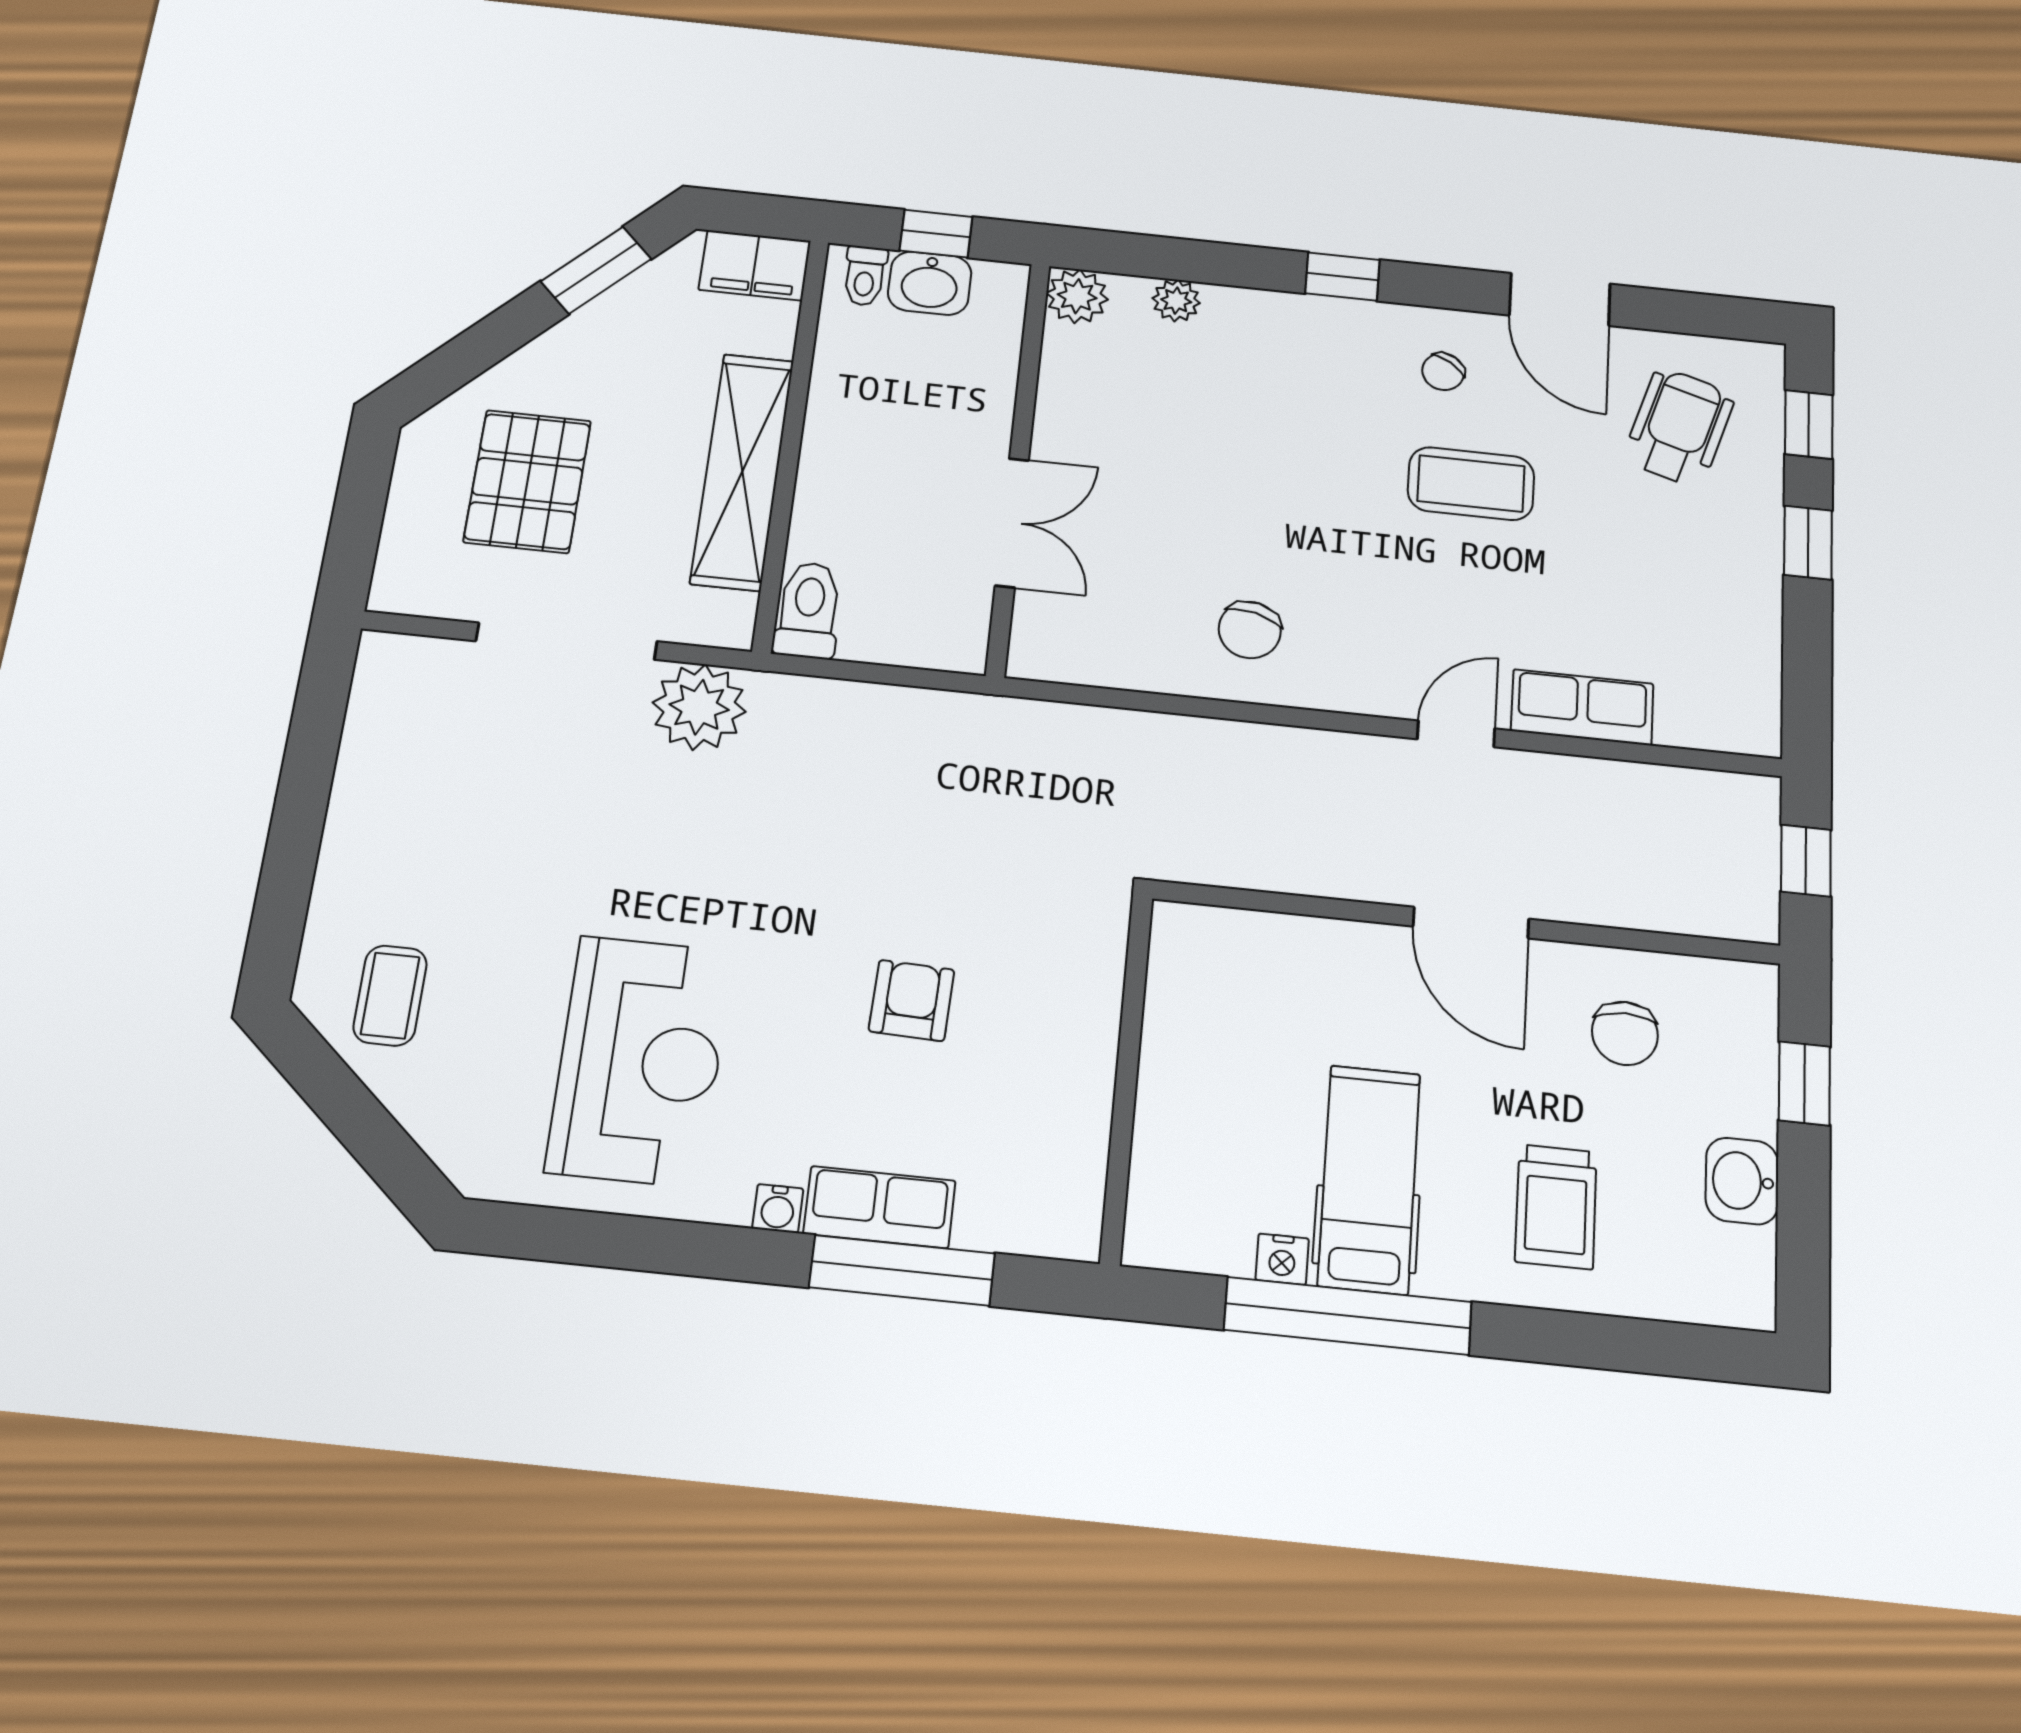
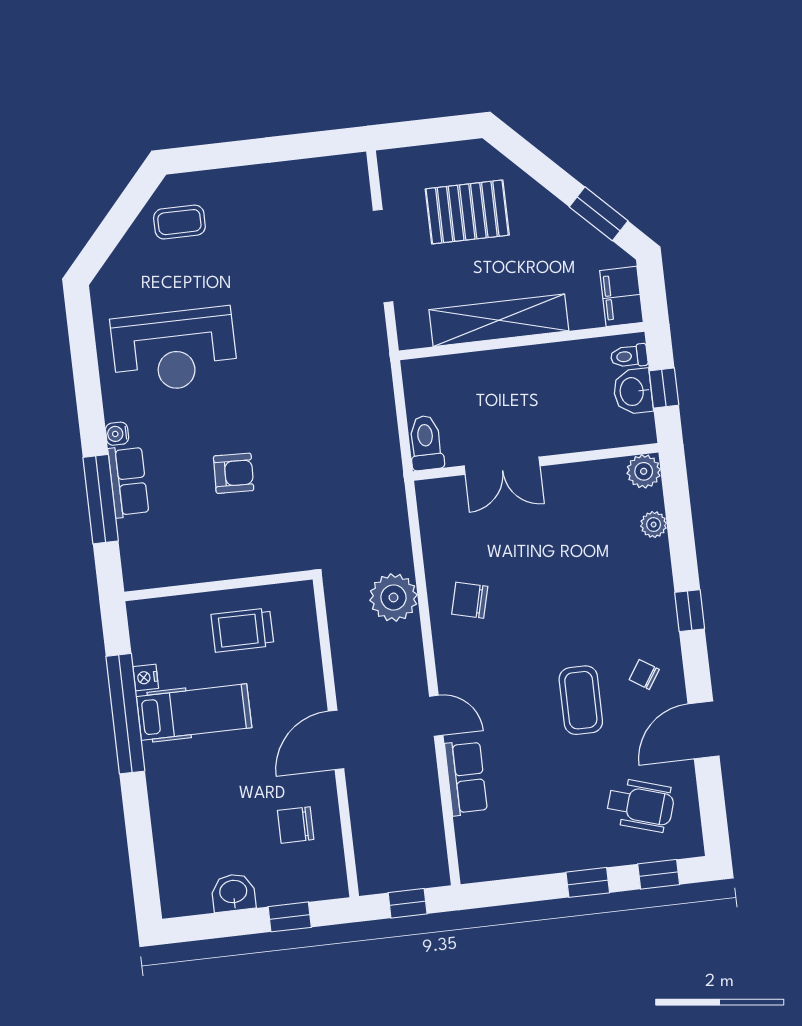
toilet: (808, 610) -> (426, 443), moved, turned -90
plant: (699, 707) -> (393, 597), moved
trolley: (1556, 1207) -> (242, 630), moved

